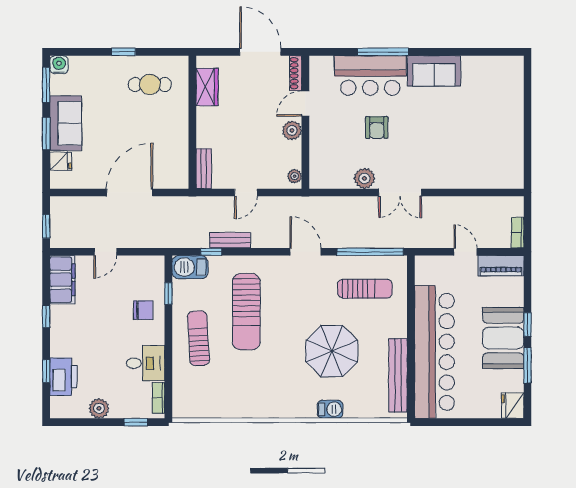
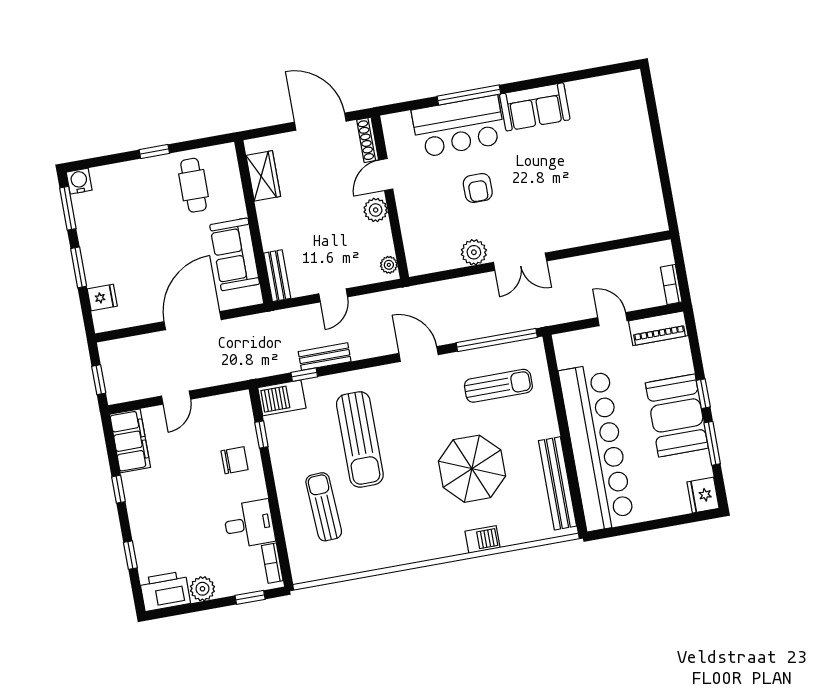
cafe table: (150, 84) -> (193, 185), turned 90
sofa: (66, 123) -> (235, 254), moved, turned 180
sun lounger: (198, 338) -> (324, 507), moved
printer: (63, 377) -> (165, 591), moved, turned -90

